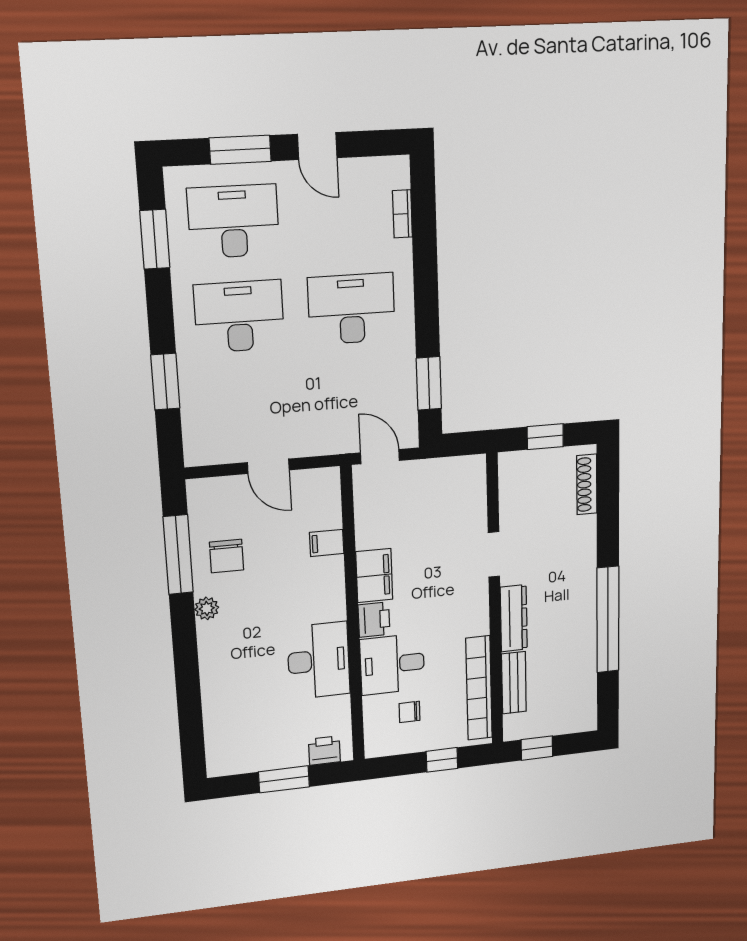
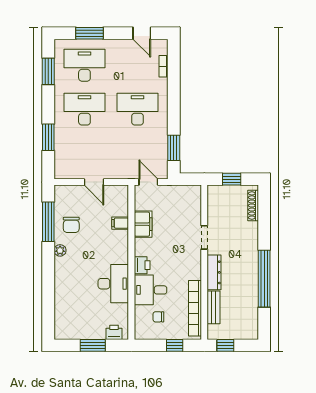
door: (317, 146) -> (142, 33), moved
filing cabinet: (374, 576) -> (143, 224), moved

